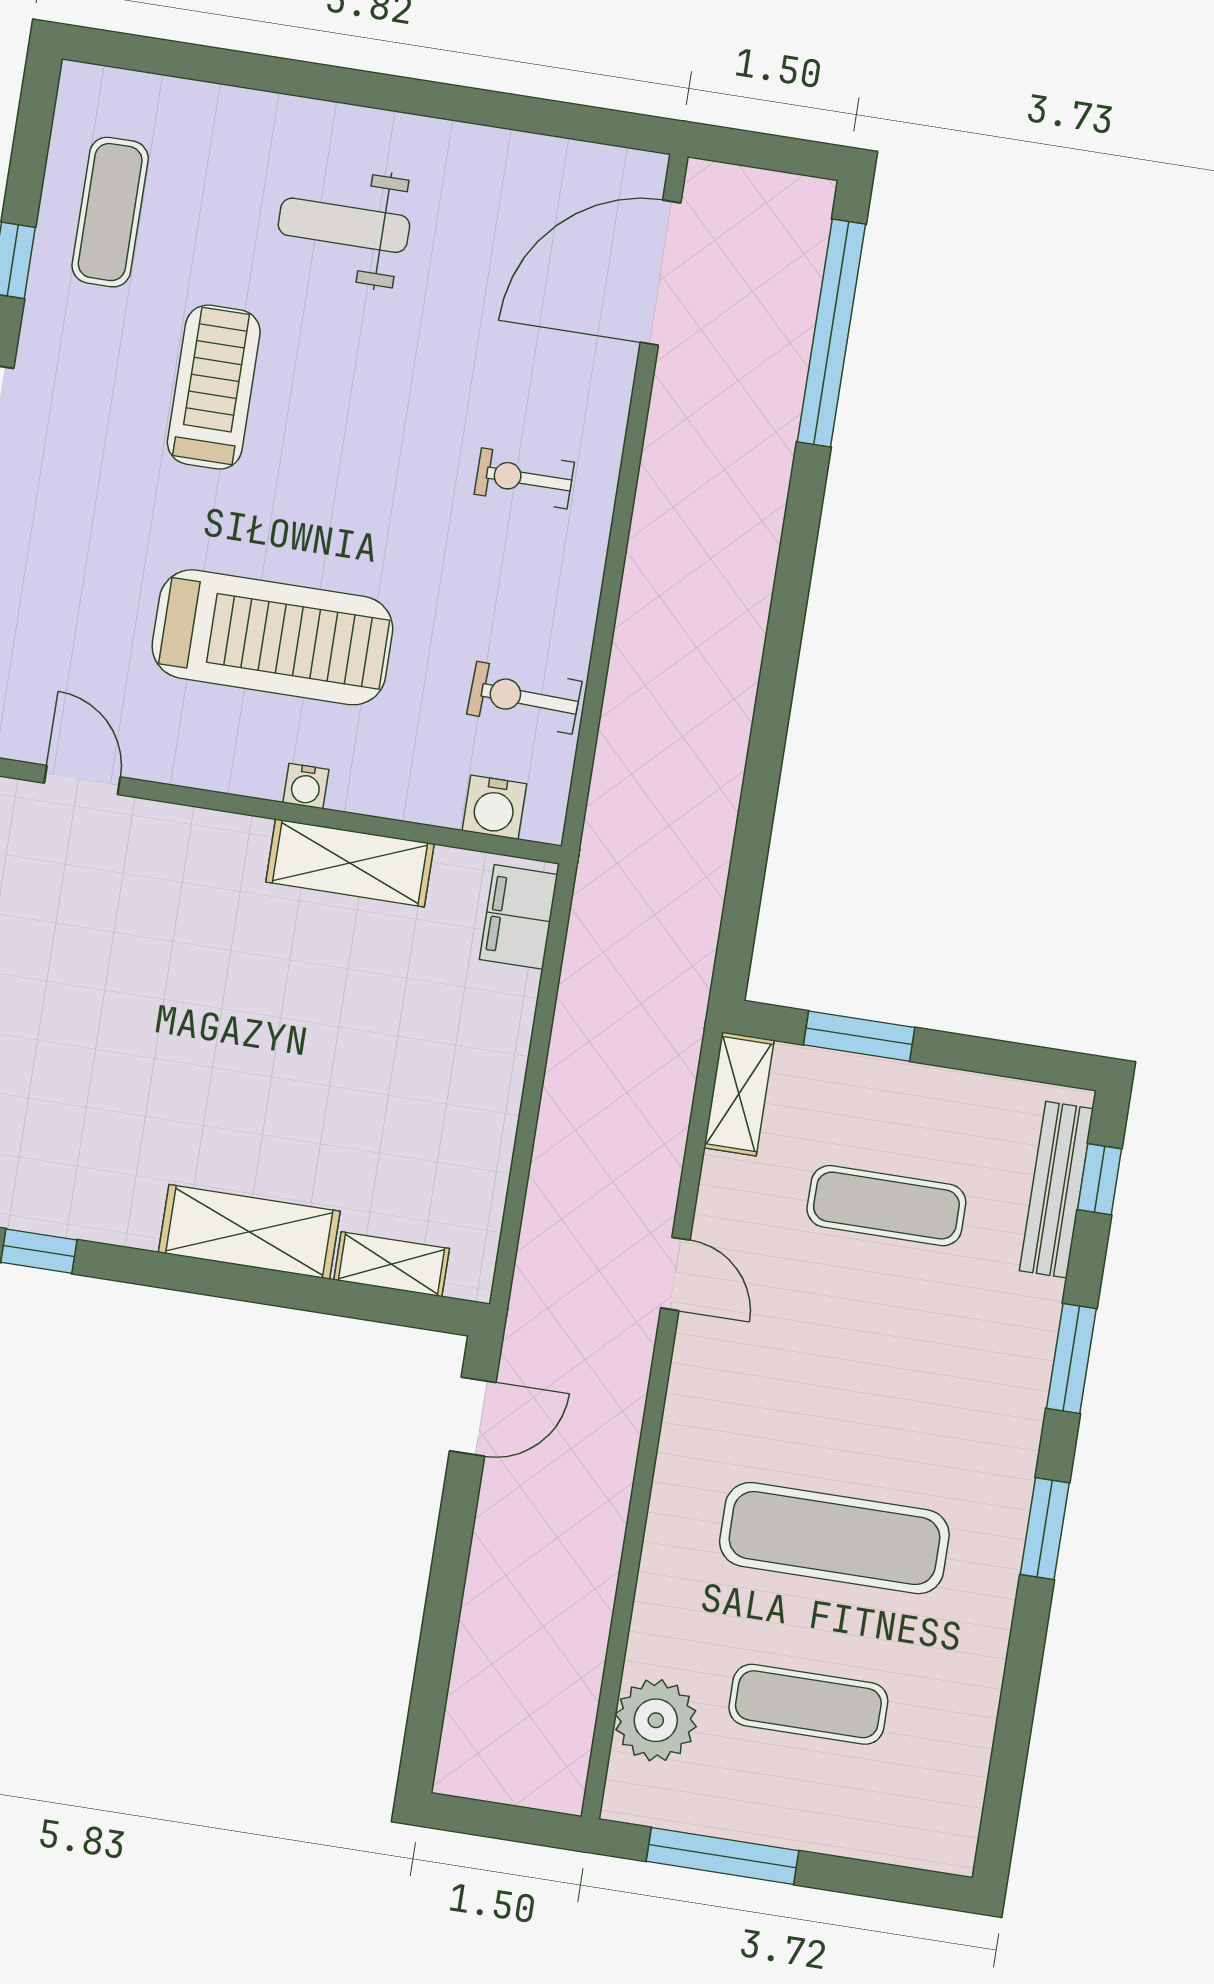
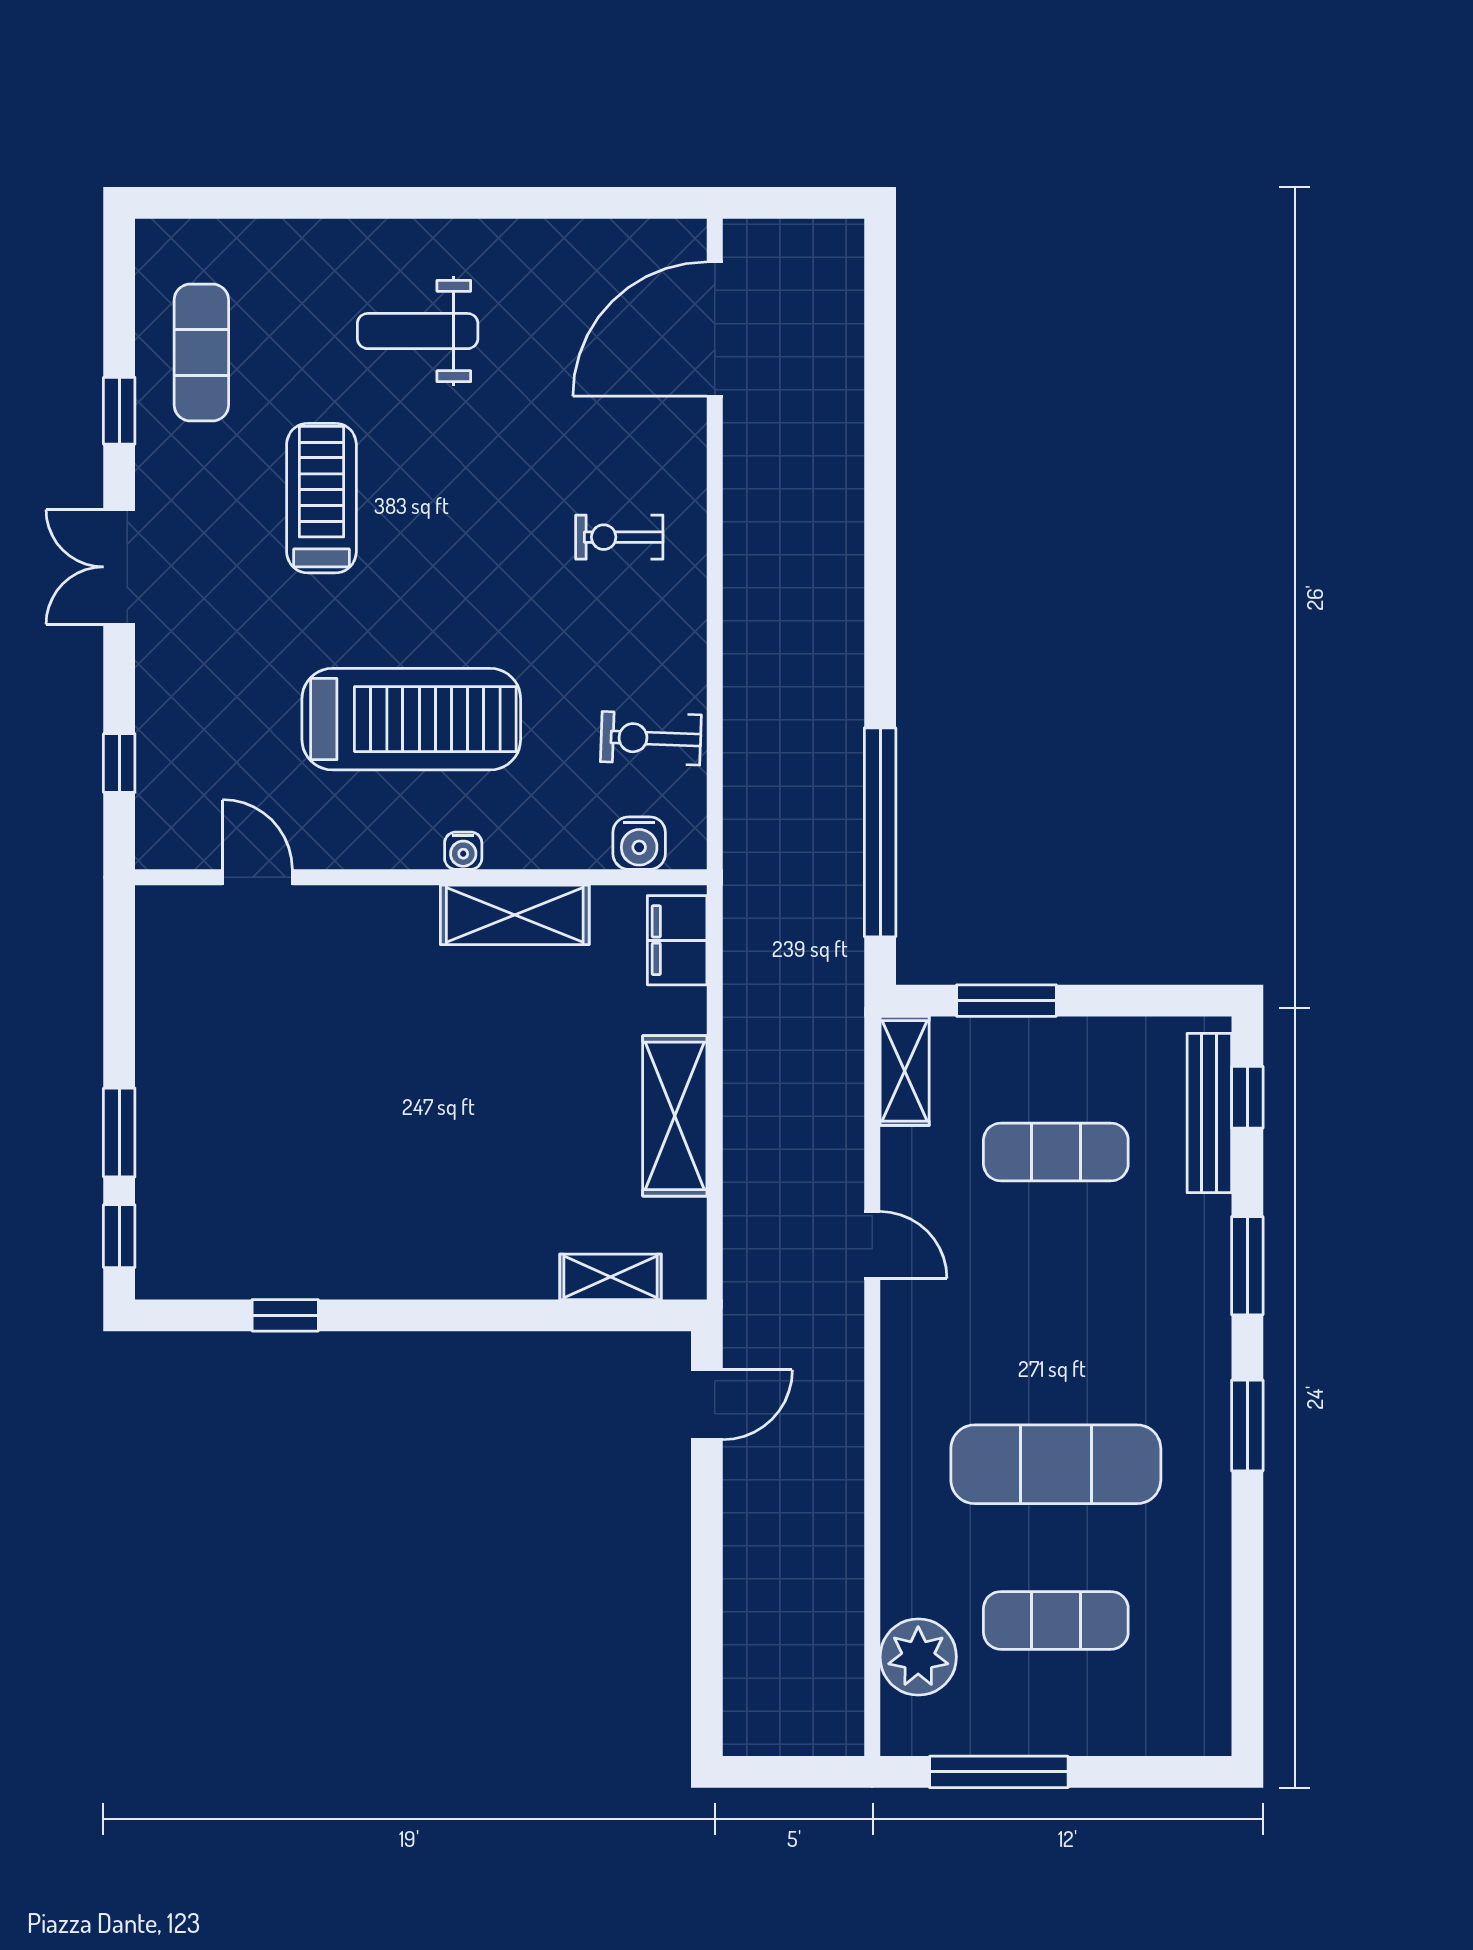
window: (831, 333) -> (880, 832), moved
shelving: (249, 1232) -> (675, 1116), moved, turned 90

